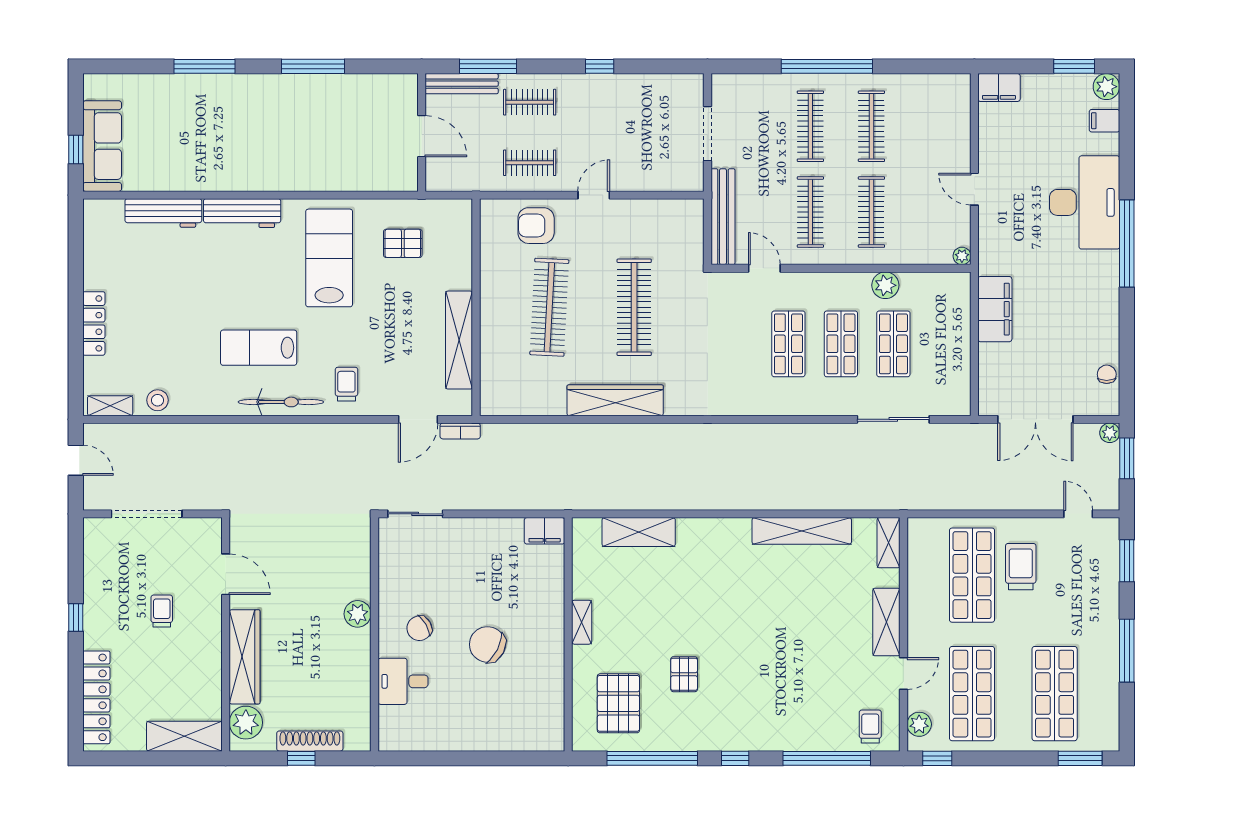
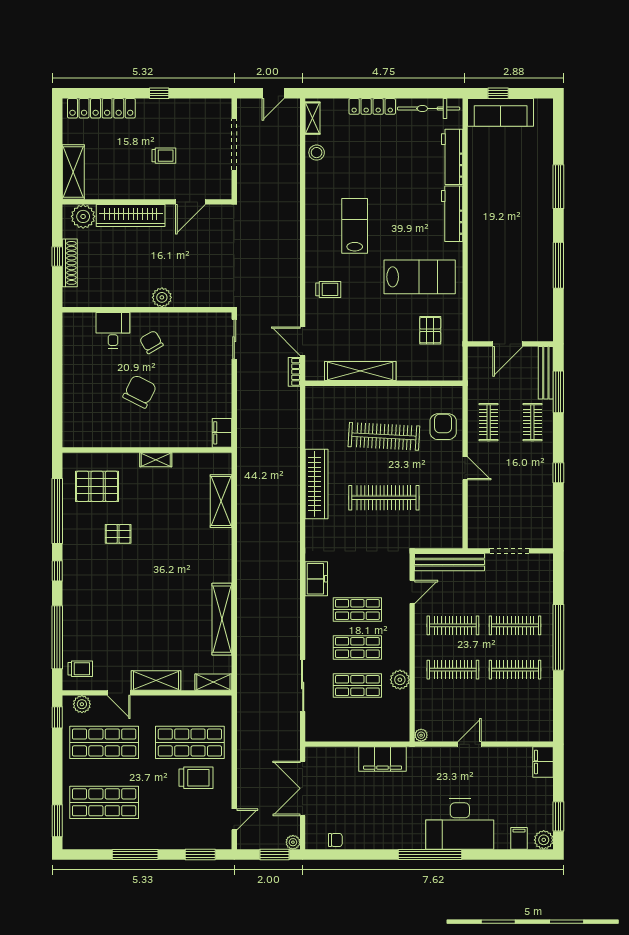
freezer: (746, 401) -> (316, 579), added
bicycle: (281, 402) -> (429, 109), moved, turned 90

